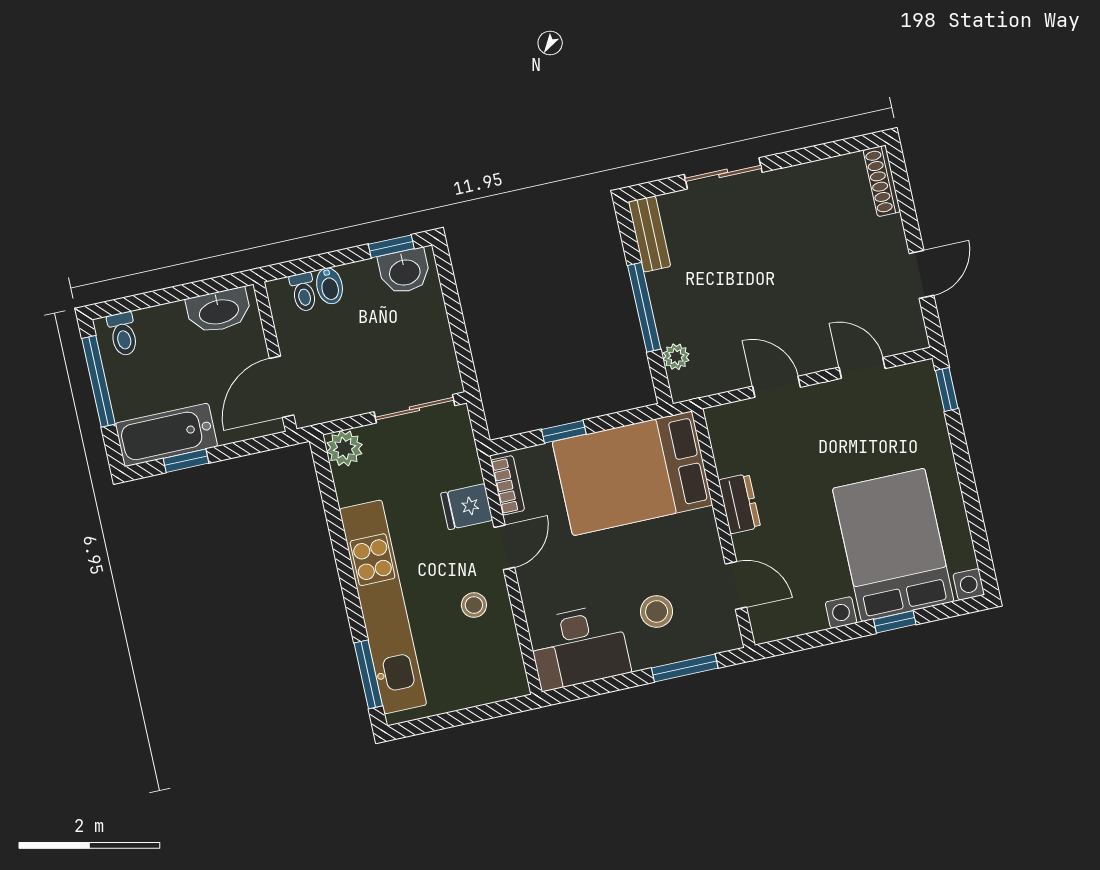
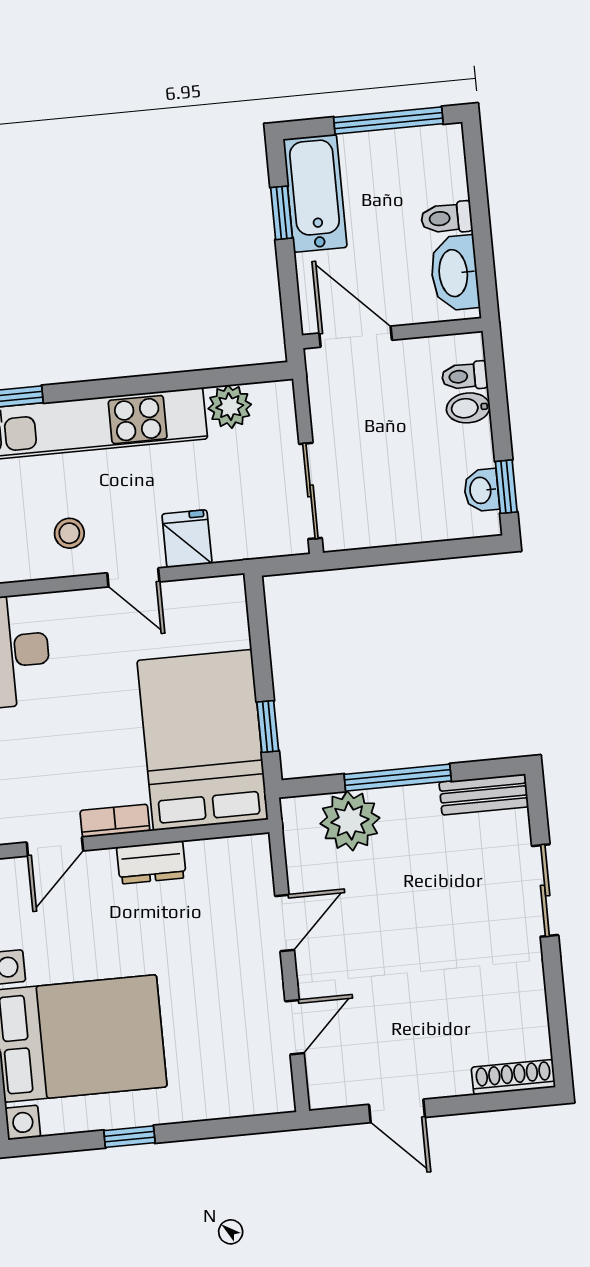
washbasin: (405, 271) -> (481, 490), width x0.72, depth x0.69
toilet: (123, 334) -> (447, 218), moved
plant: (676, 357) -> (350, 821), width x1.88, depth x1.88
window: (947, 389) -> (129, 1137), moved
window: (564, 432) -> (268, 726), moved
plant: (344, 448) -> (230, 407), moved
bookcase: (508, 485) -> (115, 821), moved, turned 180
stool: (657, 611) -> (36, 749), removed

